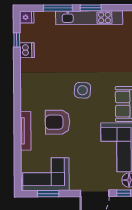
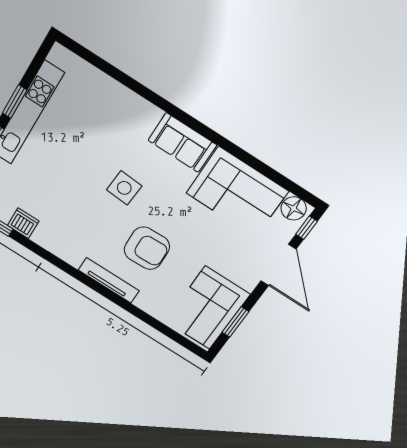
armchair: (58, 122) -> (147, 248), turned -92
tv unit: (26, 131) -> (109, 280), moved

